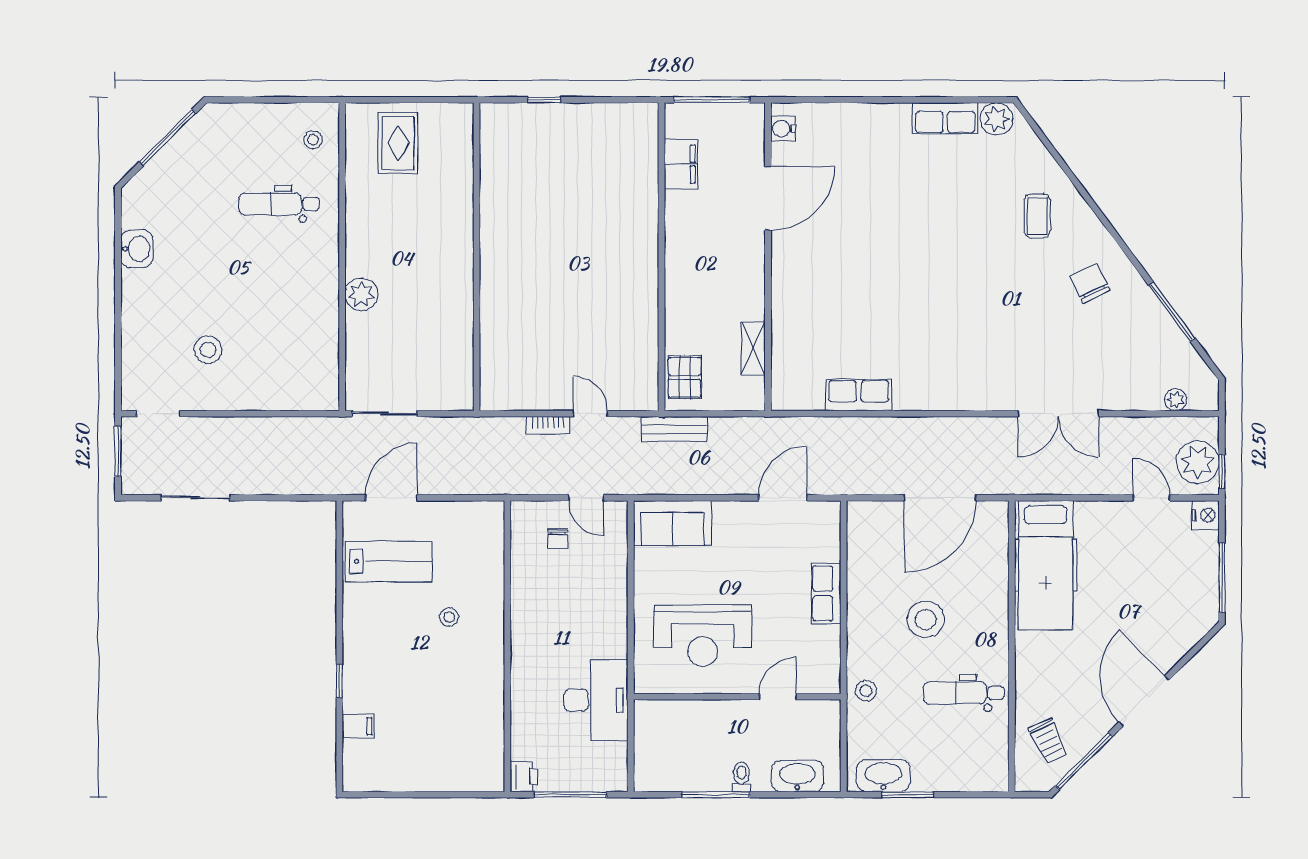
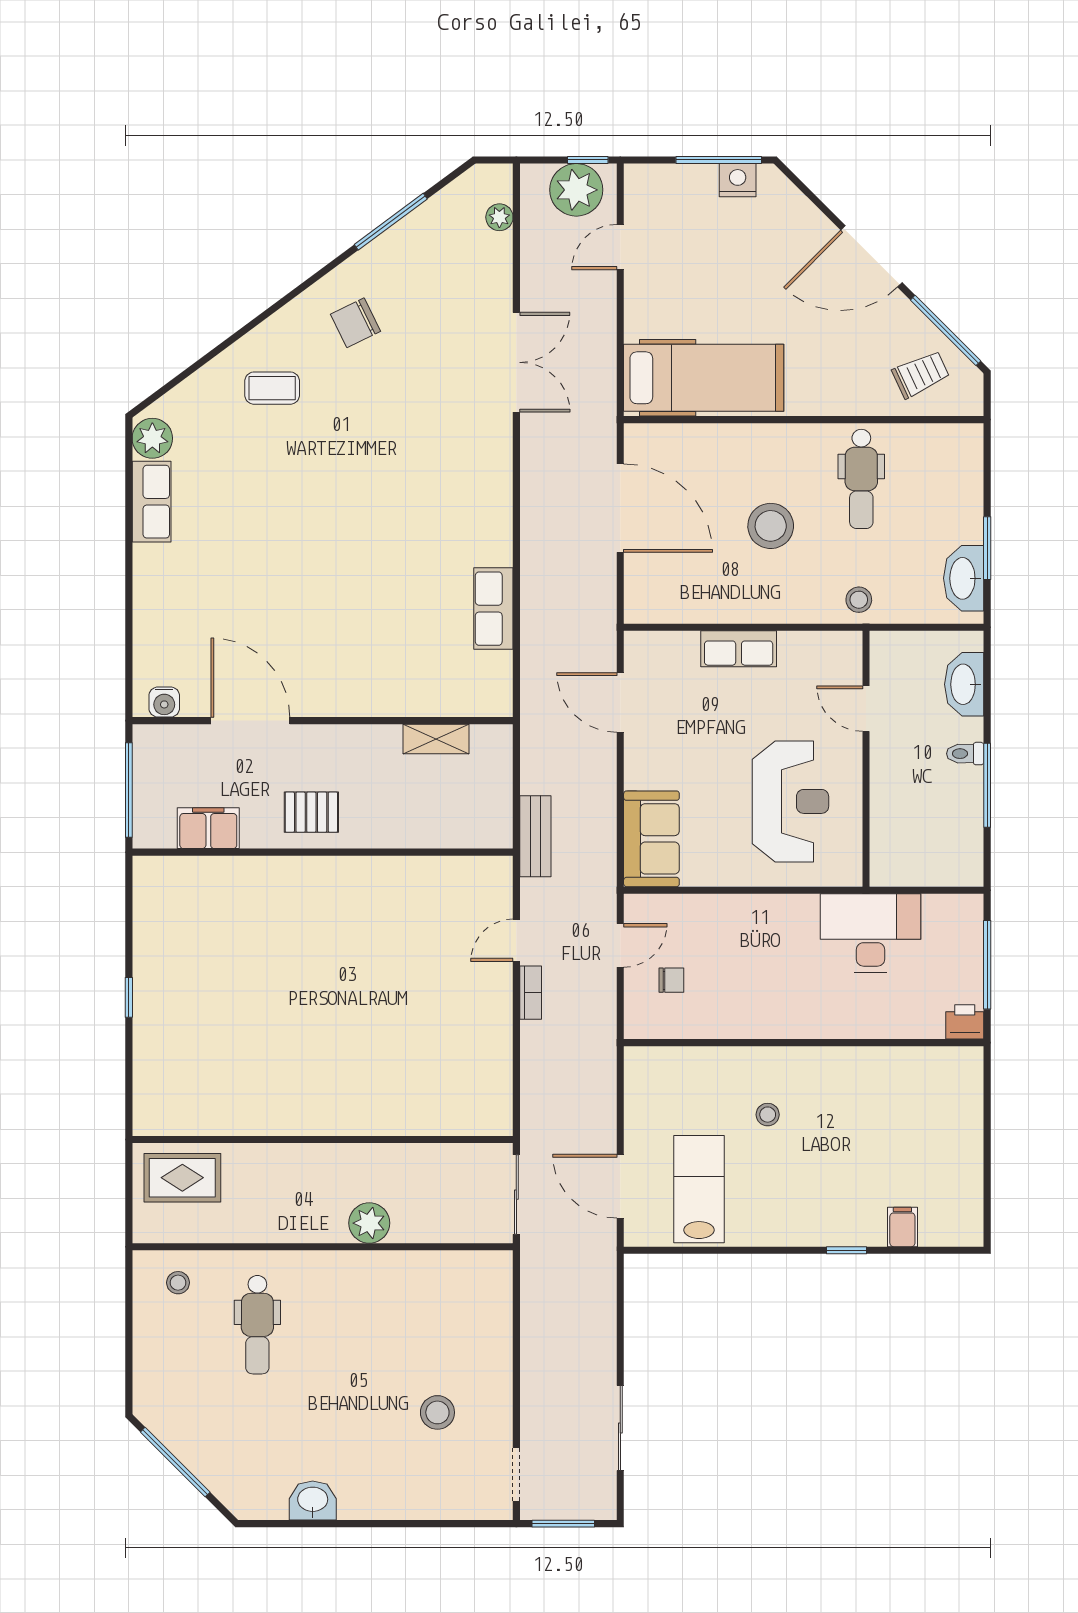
wall: (477, 257) -> (323, 1139), moved
pallet: (685, 377) -> (311, 812), moved
nightstand: (1206, 515) -> (738, 180), moved

